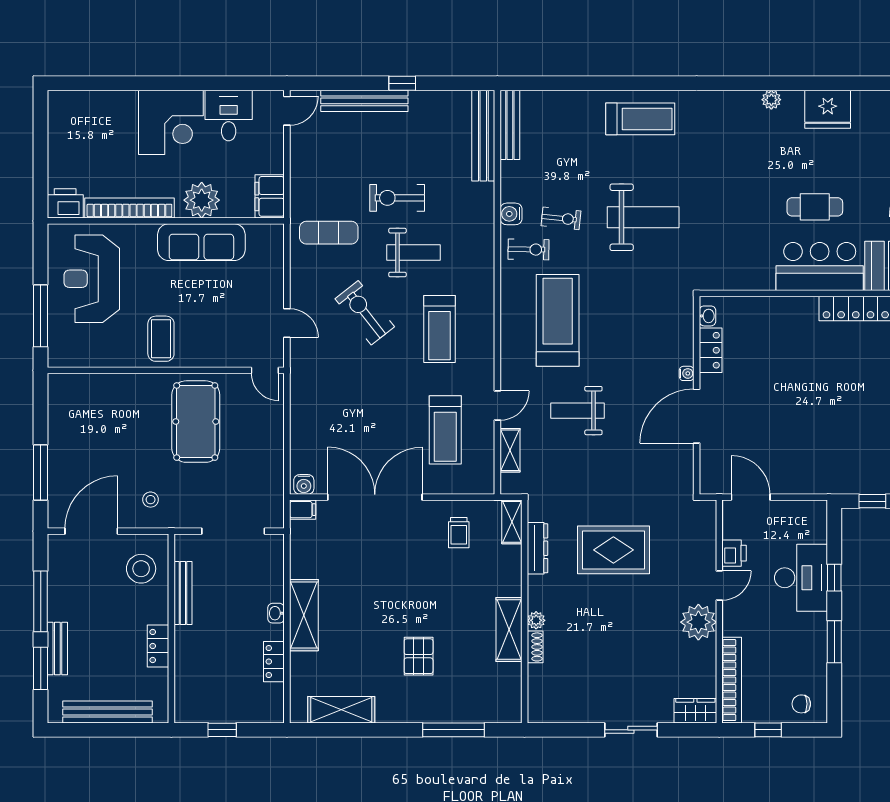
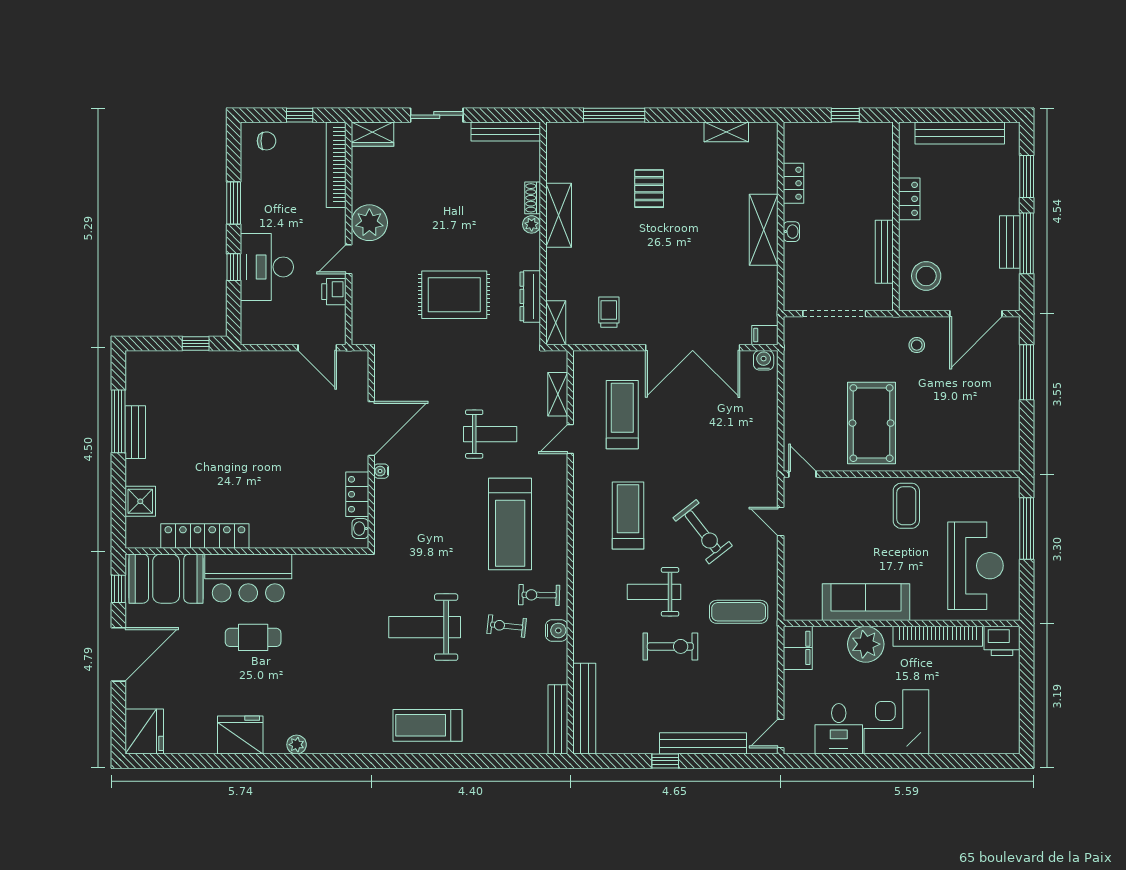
bench: (57, 649) -> (1010, 242), moved
shelving: (341, 710) -> (726, 132), width x0.67, depth x0.75
bench: (562, 713) -> (506, 132), added

